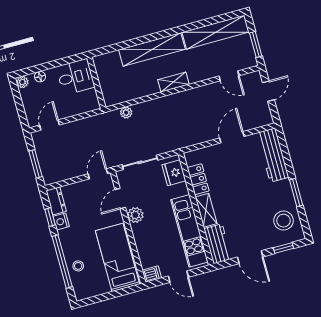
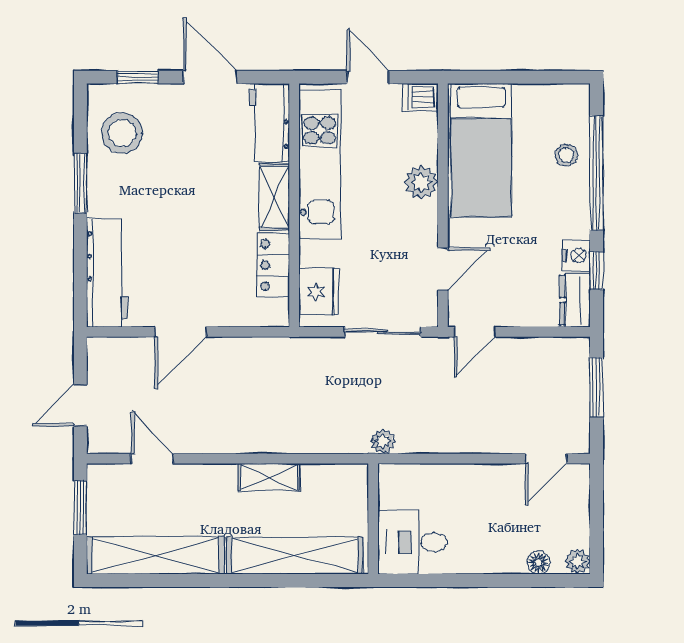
desk: (75, 77) -> (412, 542), moved
wall: (96, 83) -> (373, 519), moved
plant: (135, 215) -> (421, 182), moved

